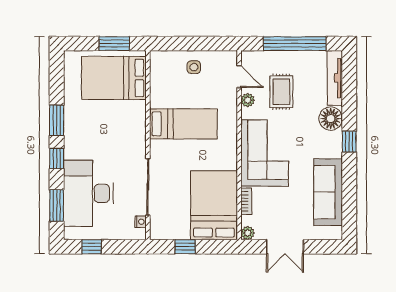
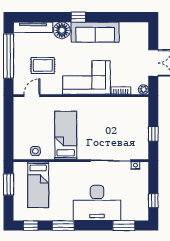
side table: (194, 67) -> (35, 151), moved
bed: (114, 78) -> (38, 185), width x0.67
plant: (248, 100) -> (49, 89), removed
window: (57, 158) -> (31, 226), moved
sofa: (328, 192) -> (95, 32), moved
desk: (88, 193) -> (97, 203), moved
bed: (214, 205) -> (124, 113), removed

